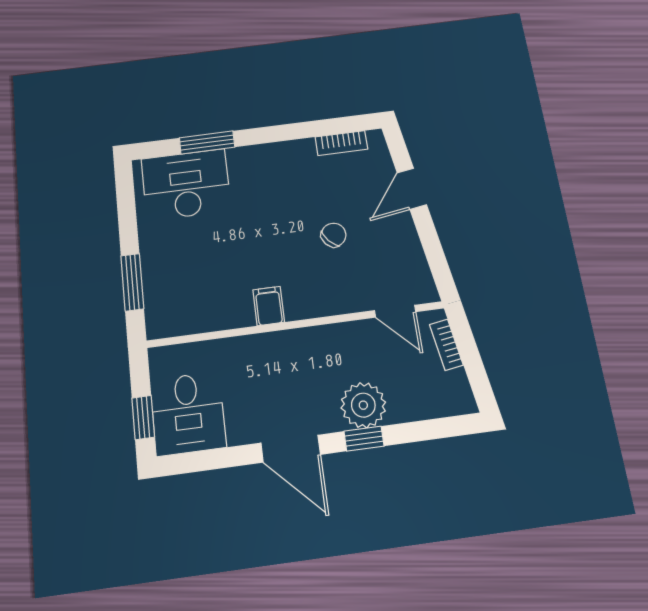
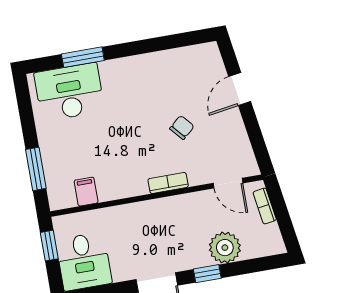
bookcase: (341, 143) -> (168, 183), moved, turned 180
filing cabinet: (269, 306) -> (86, 192), moved
plant: (363, 405) -> (225, 248), moved
window: (143, 417) -> (49, 246), moved

